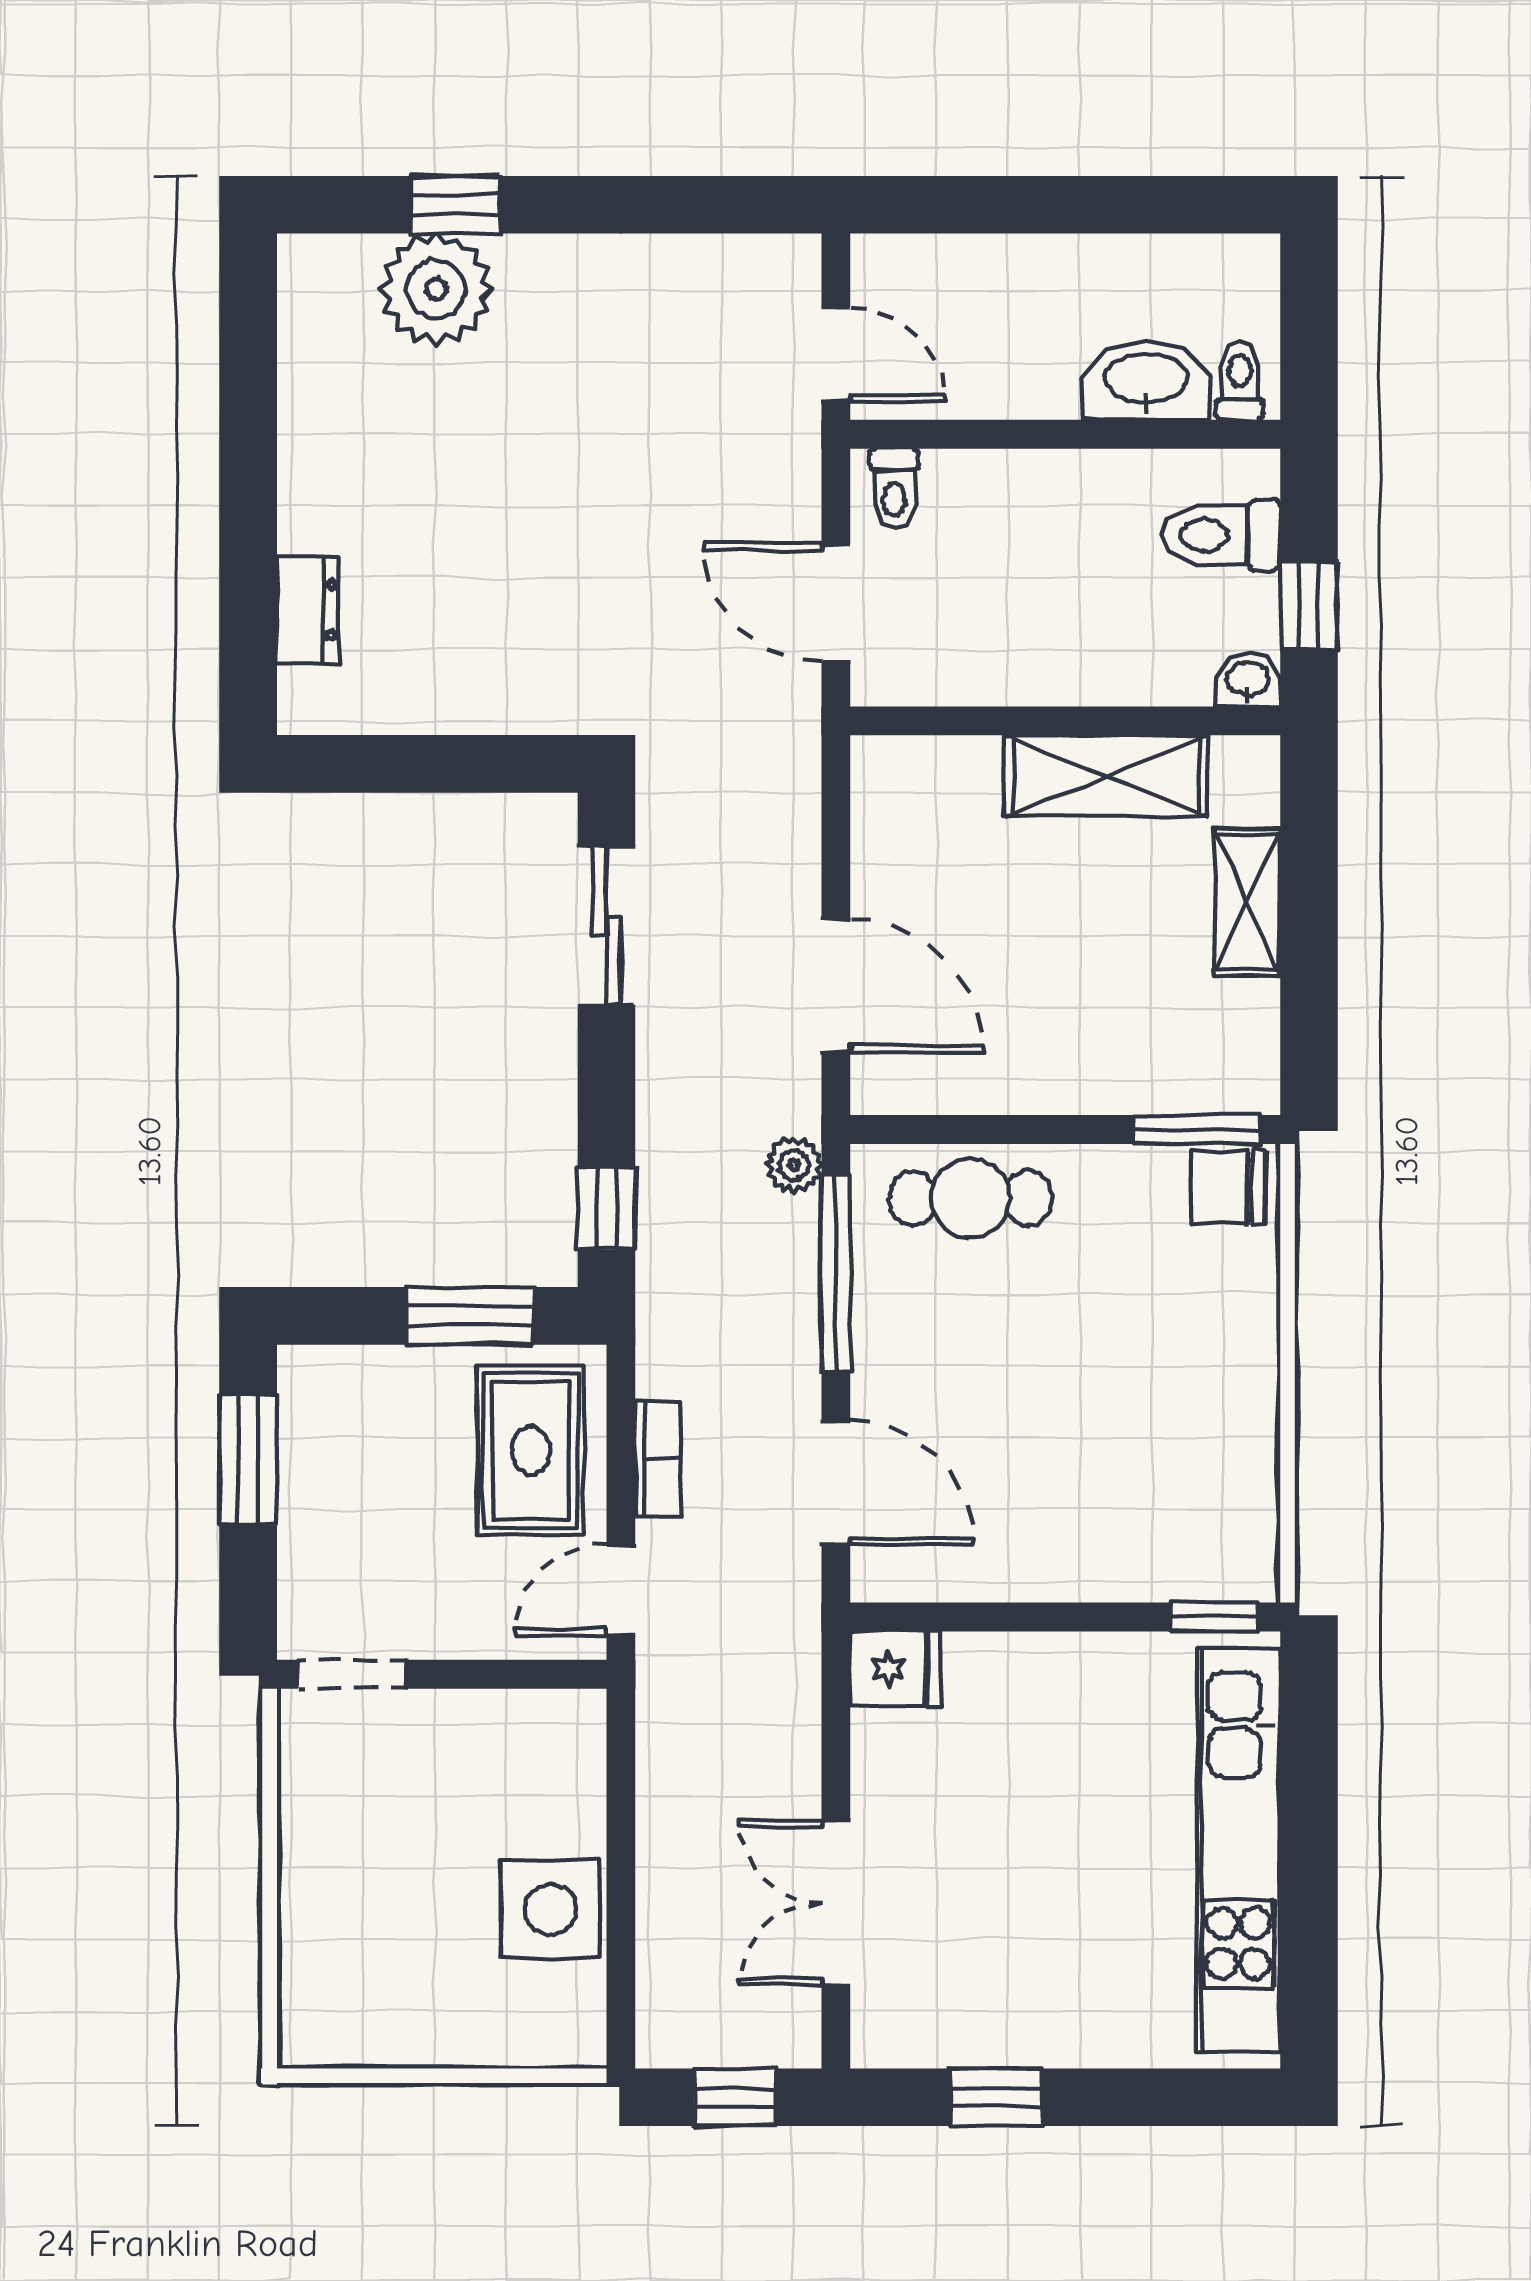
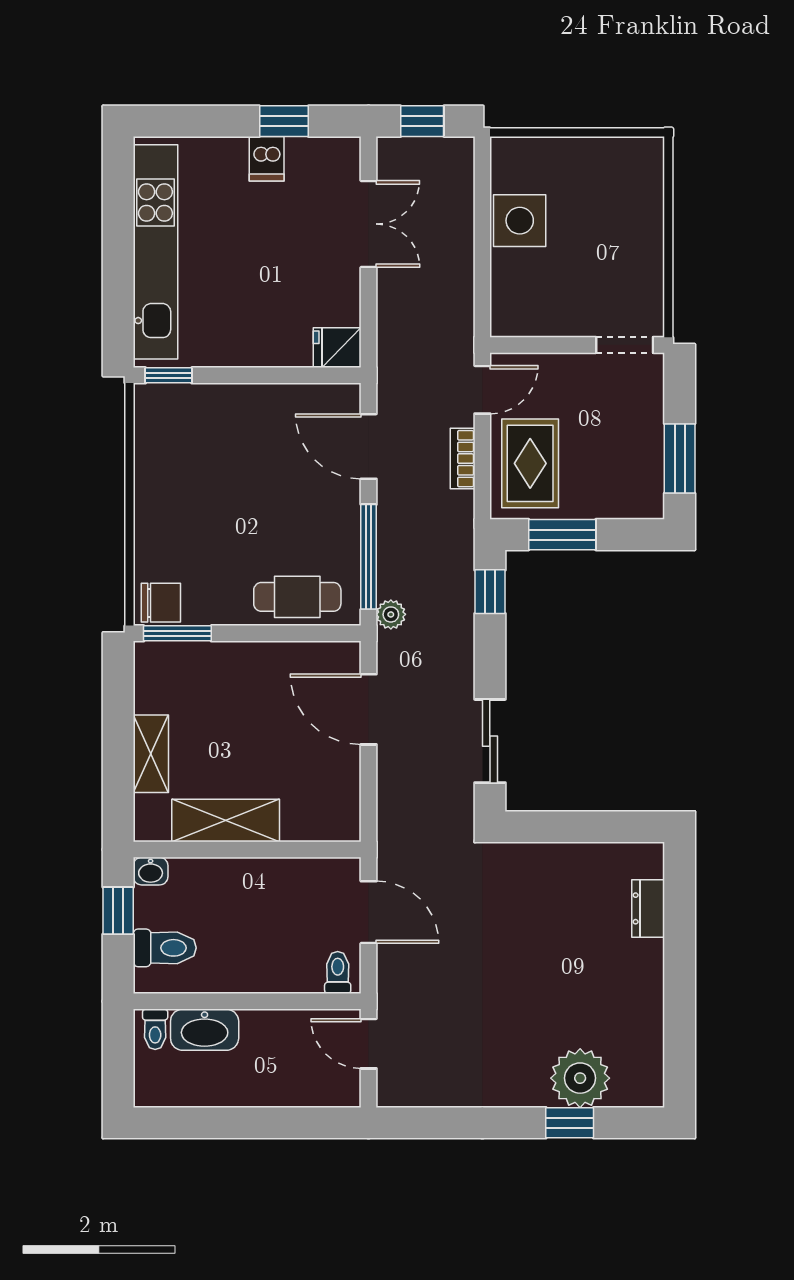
dishwasher: (1028, 2026) -> (267, 159), added

